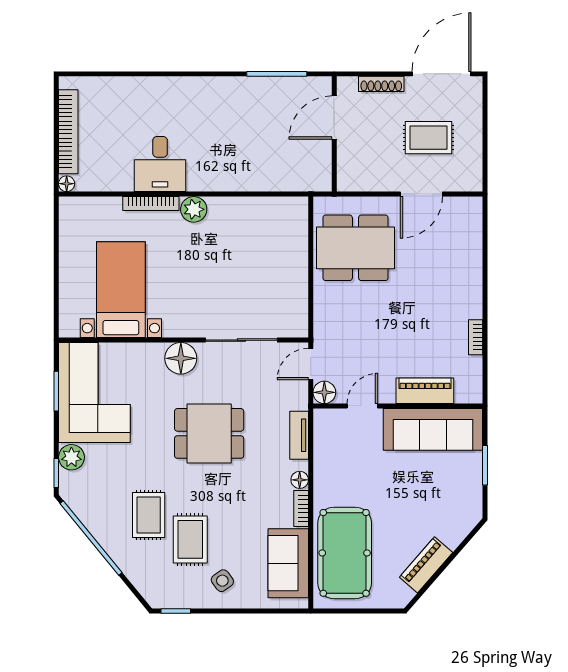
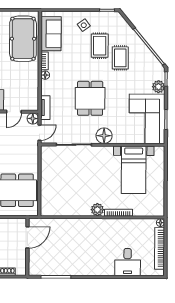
door: (334, 118) -> (27, 237), moved
desk: (160, 164) -> (128, 262), moved, turned 180
dining table: (209, 433) -> (90, 98), turned 90
tv unit: (299, 435) -> (45, 108), moved

